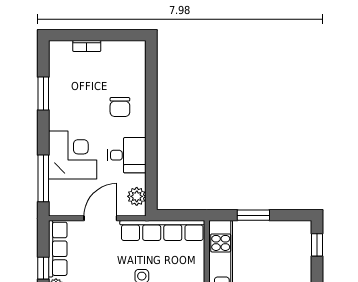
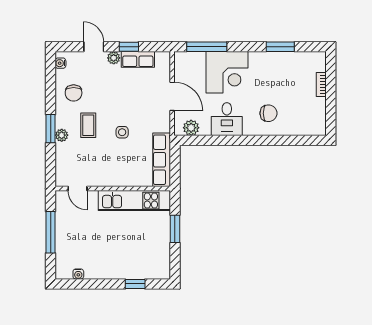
chair: (120, 107) -> (269, 113), turned 180
row of seats: (162, 231) -> (162, 160), width x0.73
window: (317, 245) -> (135, 284), moved
row of seats: (58, 249) -> (138, 59), width x0.68

